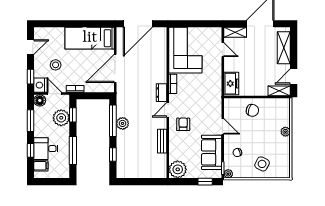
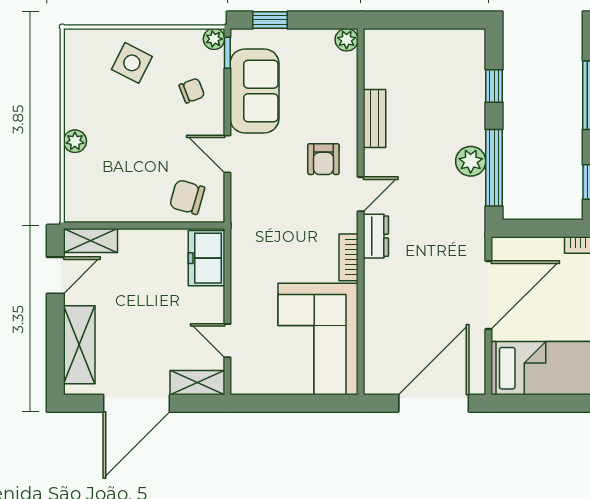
chair: (252, 110) -> (187, 197), moved
plant: (178, 169) -> (347, 40), width x0.53, depth x0.53

